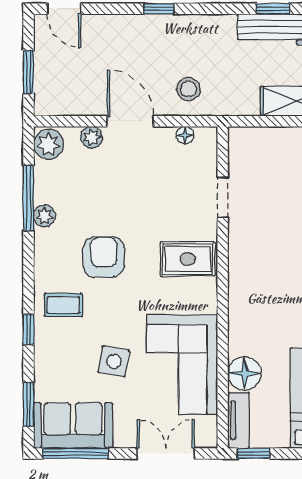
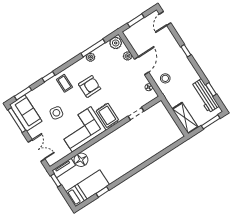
corner sofa: (182, 365) -> (82, 129), moved

